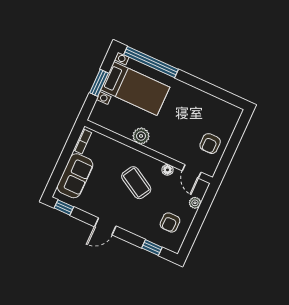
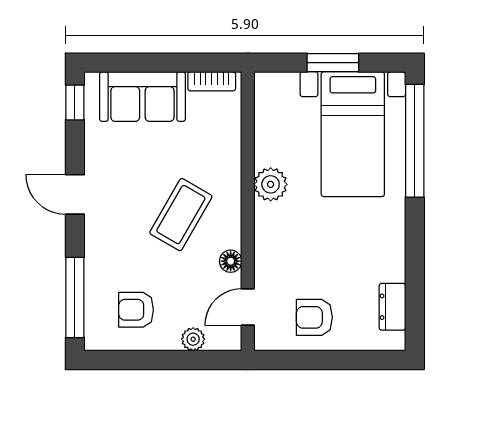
dresser: (221, 106) -> (392, 307), added
window: (152, 248) -> (75, 297), width x2.17

